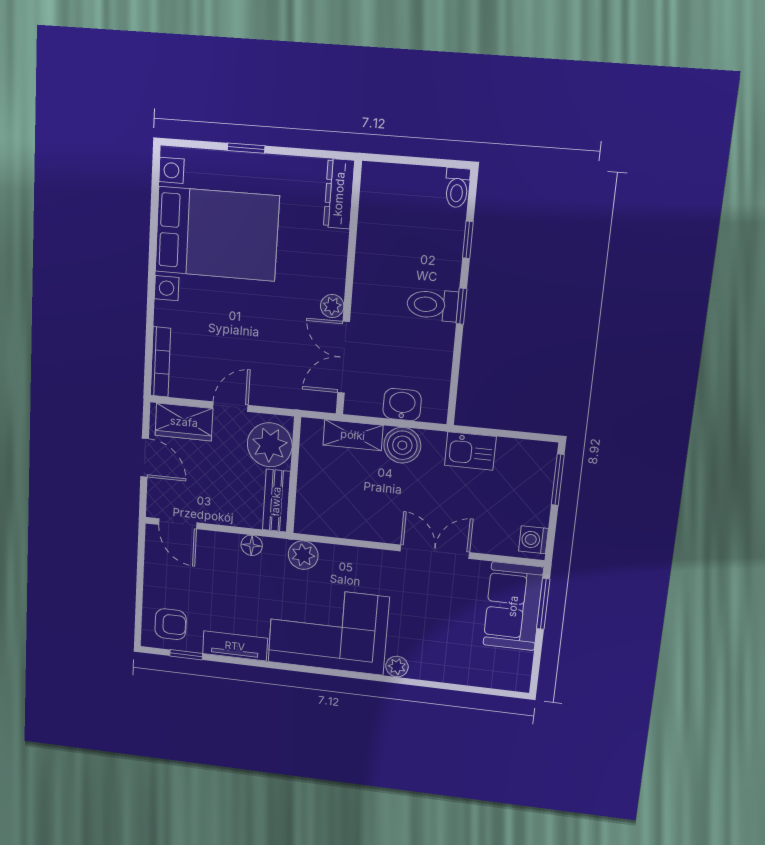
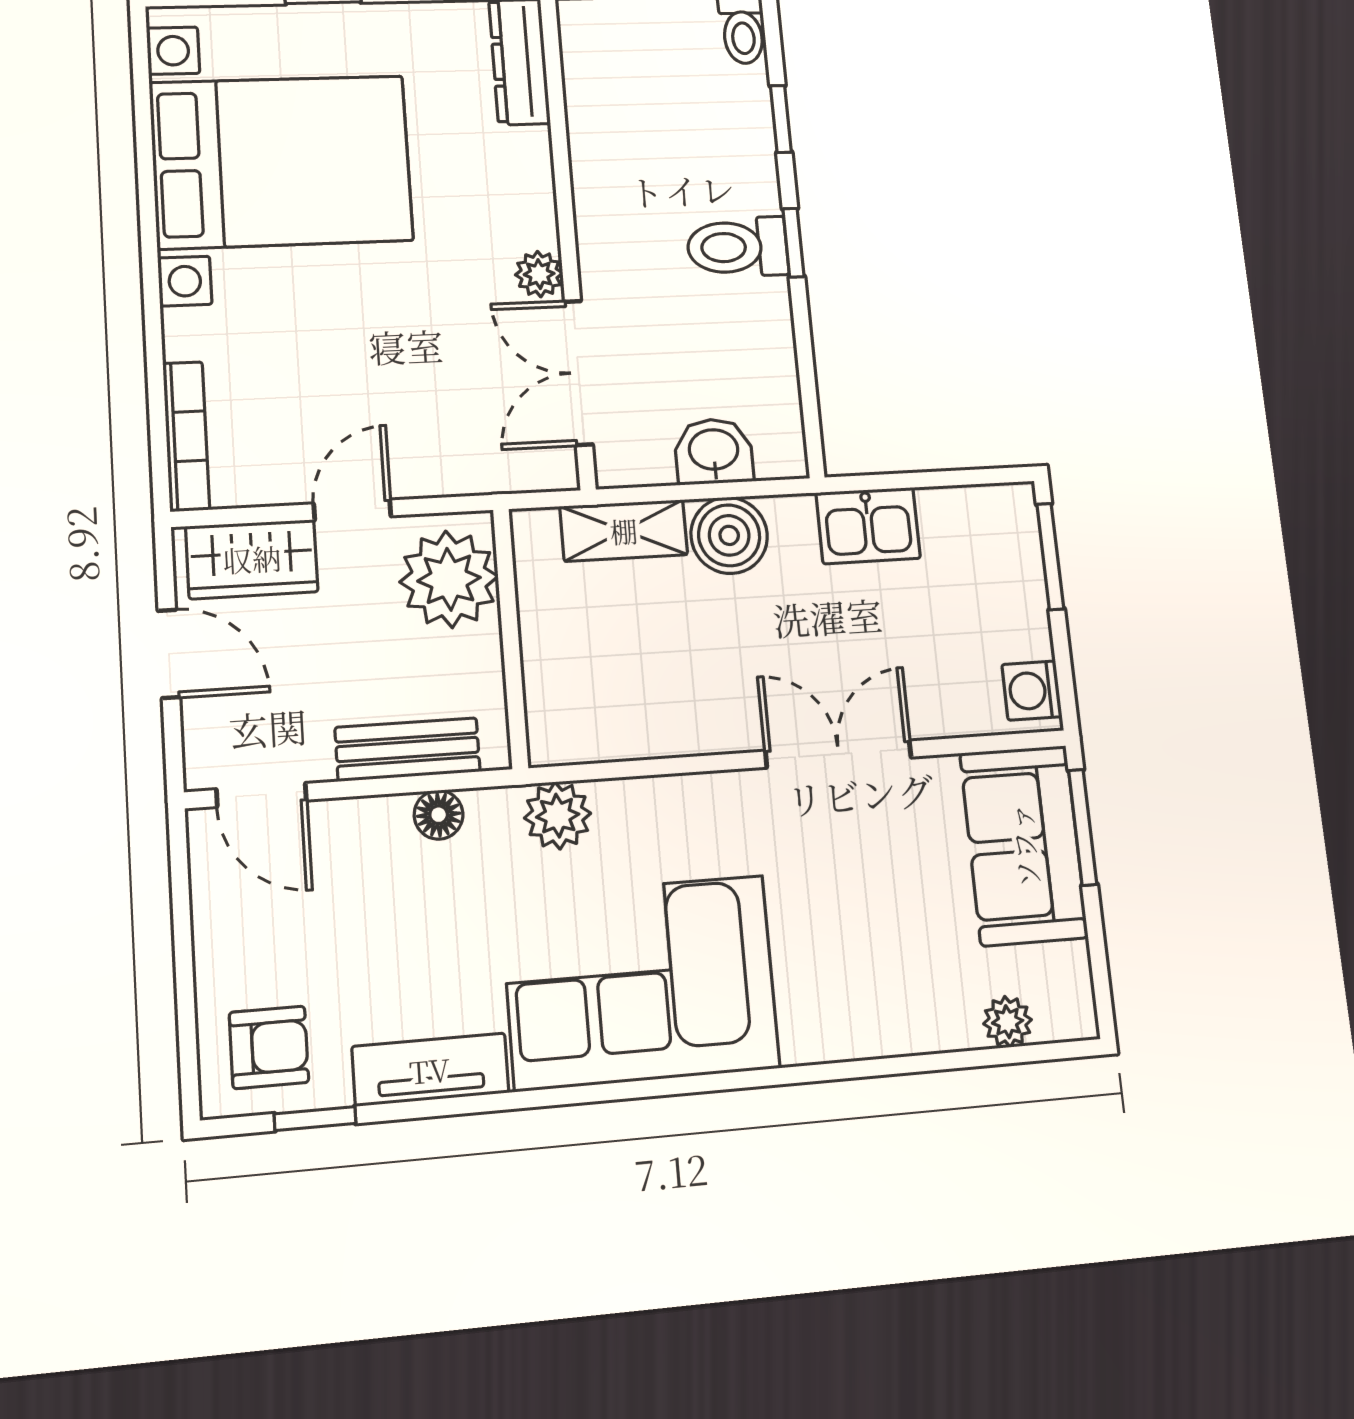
bench: (276, 501) -> (408, 750), moved, turned 90
plant: (397, 667) -> (1008, 1022), moved

